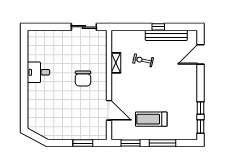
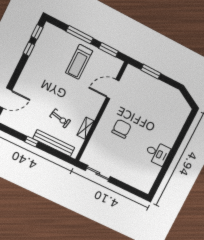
bench: (166, 35) -> (54, 143), moved
door: (109, 110) -> (113, 89), hinge flipped
treadmill: (151, 119) -> (79, 62), turned 90

